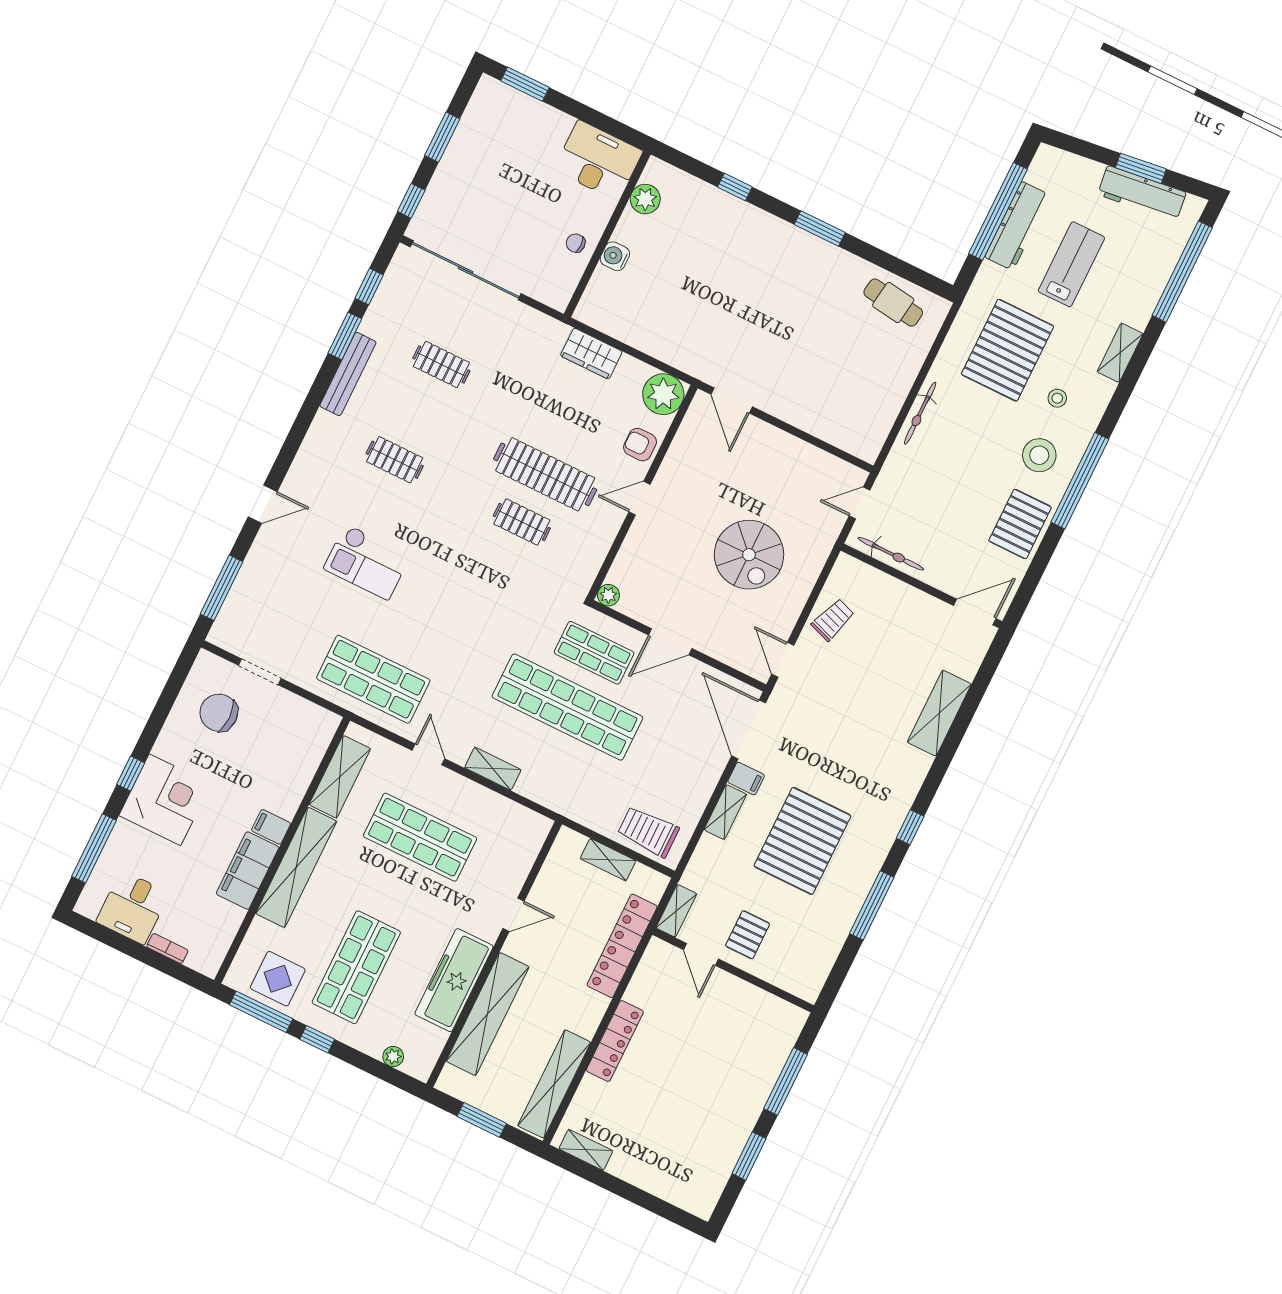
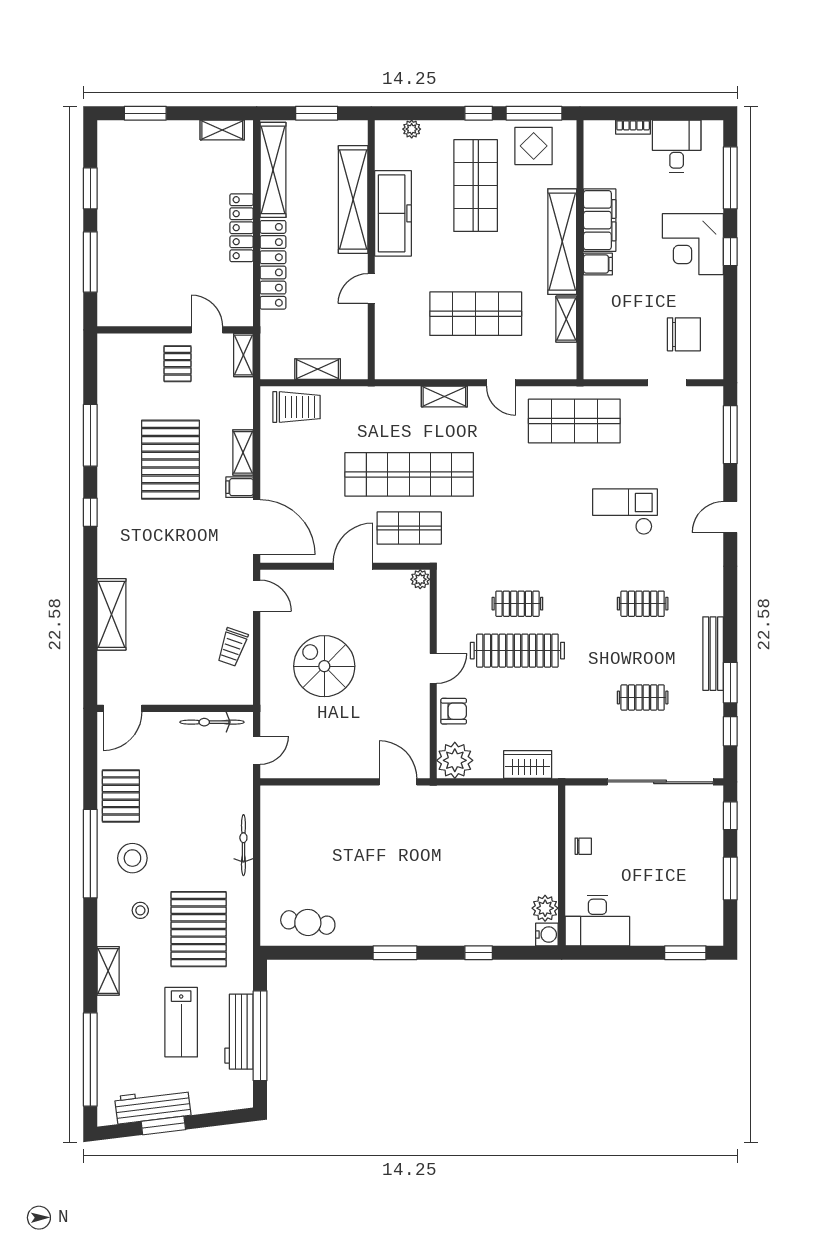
water cooler: (615, 256) -> (547, 935), moved
shelving: (340, 777) -> (566, 319), width x0.67, depth x0.75
locker: (622, 946) -> (273, 265), moved
window: (656, 1205) -> (145, 113), added

